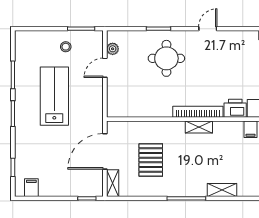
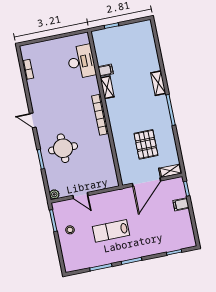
plant: (113, 49) -> (54, 194), moved
lab bench: (54, 96) -> (111, 231), width x0.73, depth x0.72
printer: (235, 108) -> (92, 86), removed
shelving: (199, 127) -> (107, 87), moved
door: (105, 151) -> (146, 182), hinge flipped
pallet: (151, 160) -> (146, 144), turned 90
filing cabinet: (31, 188) -> (181, 204), moved

